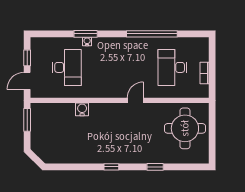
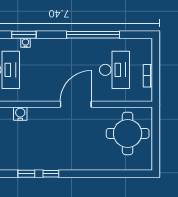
desk: (172, 67) -> (114, 70), turned 180
door: (135, 100) -> (76, 104), width x1.87
window: (155, 167) -> (26, 174), moved

